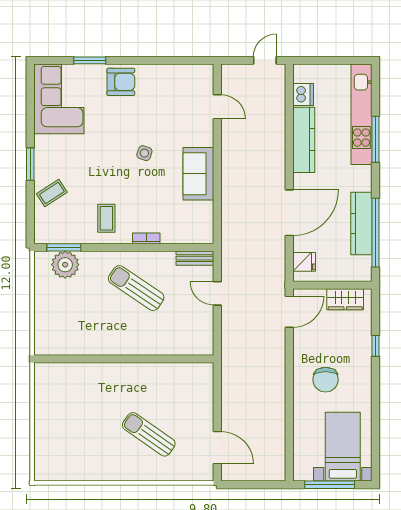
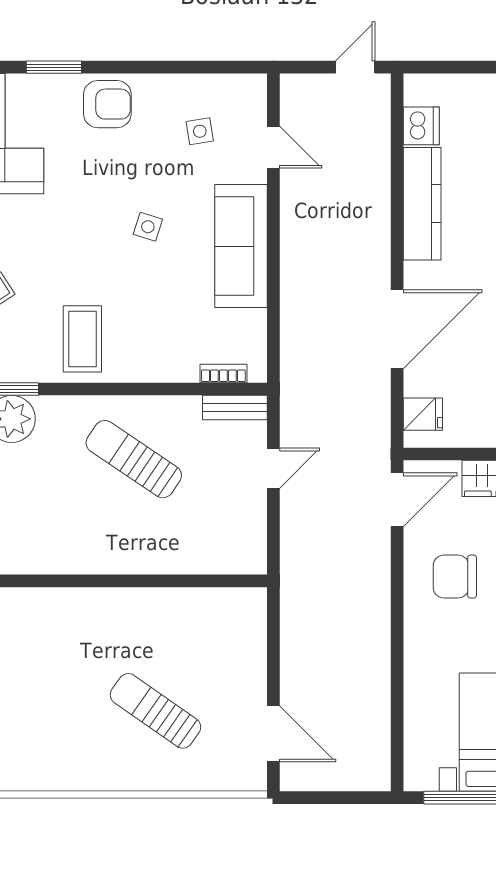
side table: (175, 98) -> (200, 131), added
sofa: (198, 174) -> (241, 246), width x1.36
coffee table: (106, 218) -> (82, 339), width x1.36, depth x1.30
bookcase: (146, 238) -> (223, 374), moved
door: (217, 293) -> (273, 468), swing flipped
chair: (326, 380) -> (455, 577), moved, turned 90

